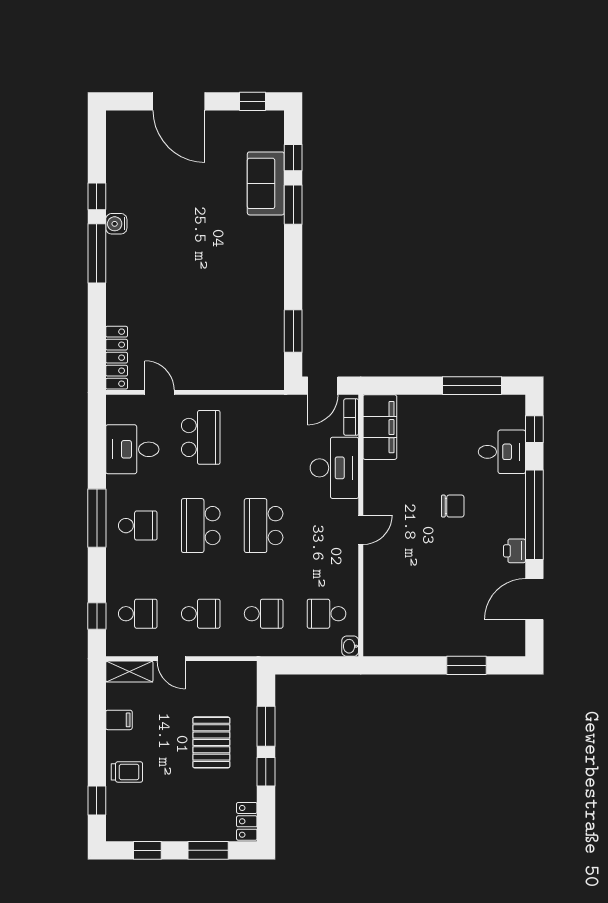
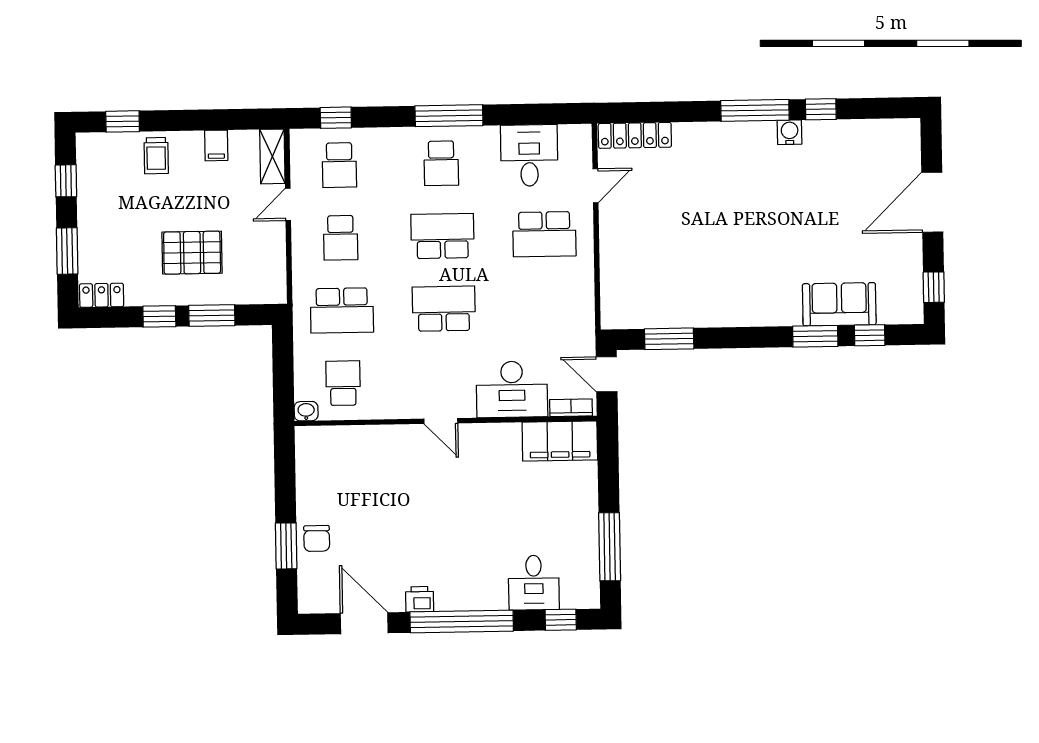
chair: (453, 506) -> (317, 538), moved
school desk: (264, 614) -> (342, 310), width x1.85

